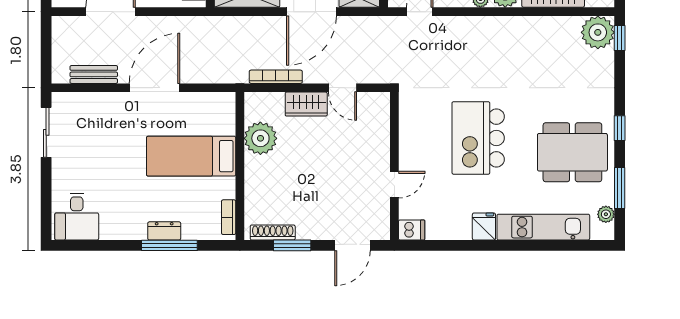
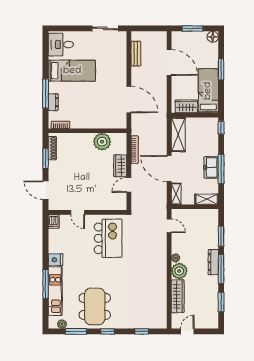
plant: (598, 32) -> (158, 320), removed
window: (620, 38) -> (142, 331), moved
door: (154, 88) -> (129, 100), moved
kitchen island: (478, 138) -> (108, 238), moved, turned 90
bed: (191, 156) -> (72, 71), moved, turned 90
dresser: (164, 231) -> (53, 102), moved
window: (530, 245) -> (46, 284), added

